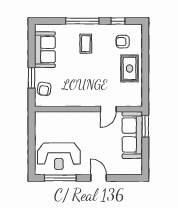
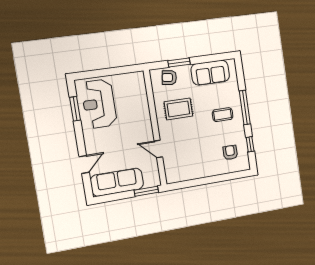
rug: (130, 68) -> (178, 109), moved
sofa: (132, 135) -> (117, 182), moved
window: (60, 178) -> (75, 109), width x0.69
door: (99, 178) -> (84, 164), moved

